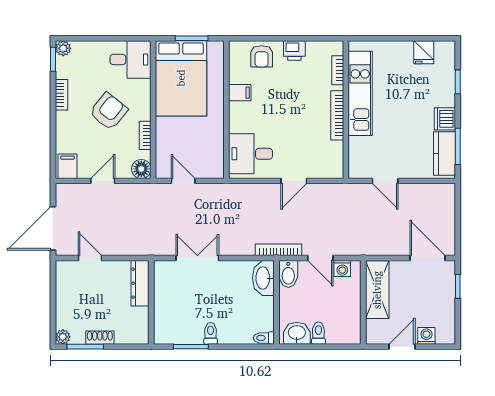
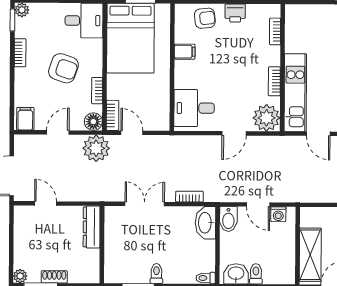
armchair: (262, 56) -> (205, 18), turned -96
kitchen unit: (360, 93) -> (295, 93), moved
armchair: (109, 111) -> (63, 68), turned 70
bookcase: (337, 115) -> (274, 81), width x0.64
bookcase: (162, 162) -> (113, 115), added
plant: (329, 164) -> (266, 118), added
plant: (145, 198) -> (96, 148), added
bookcase: (279, 250) -> (189, 197), moved, width x0.64
shelving: (377, 290) -> (310, 255), moved

